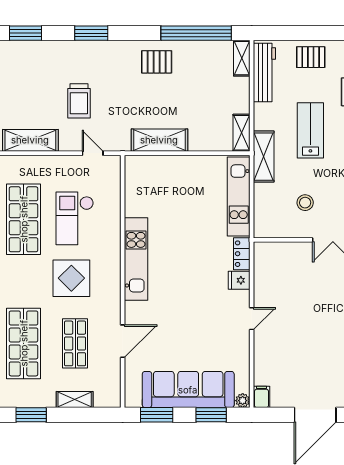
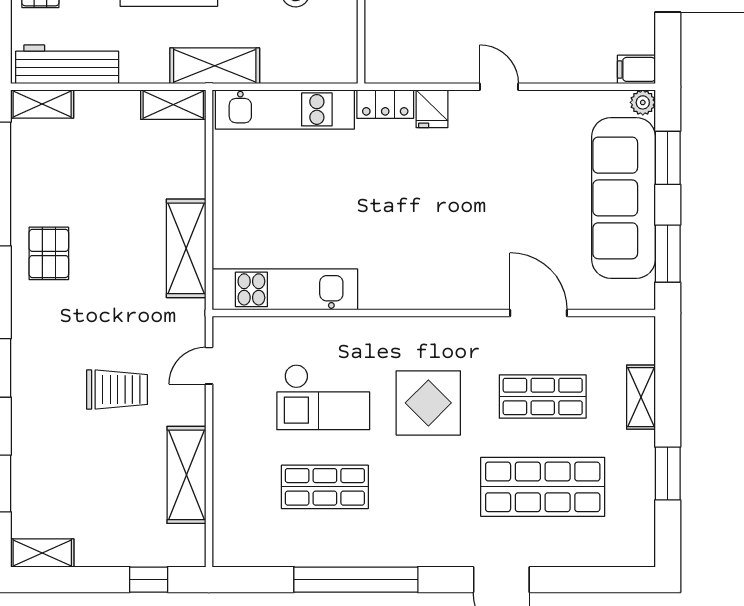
shop shelf: (24, 219) -> (325, 487), width x0.70, depth x0.74
kitchen unit: (136, 259) -> (285, 289), moved

